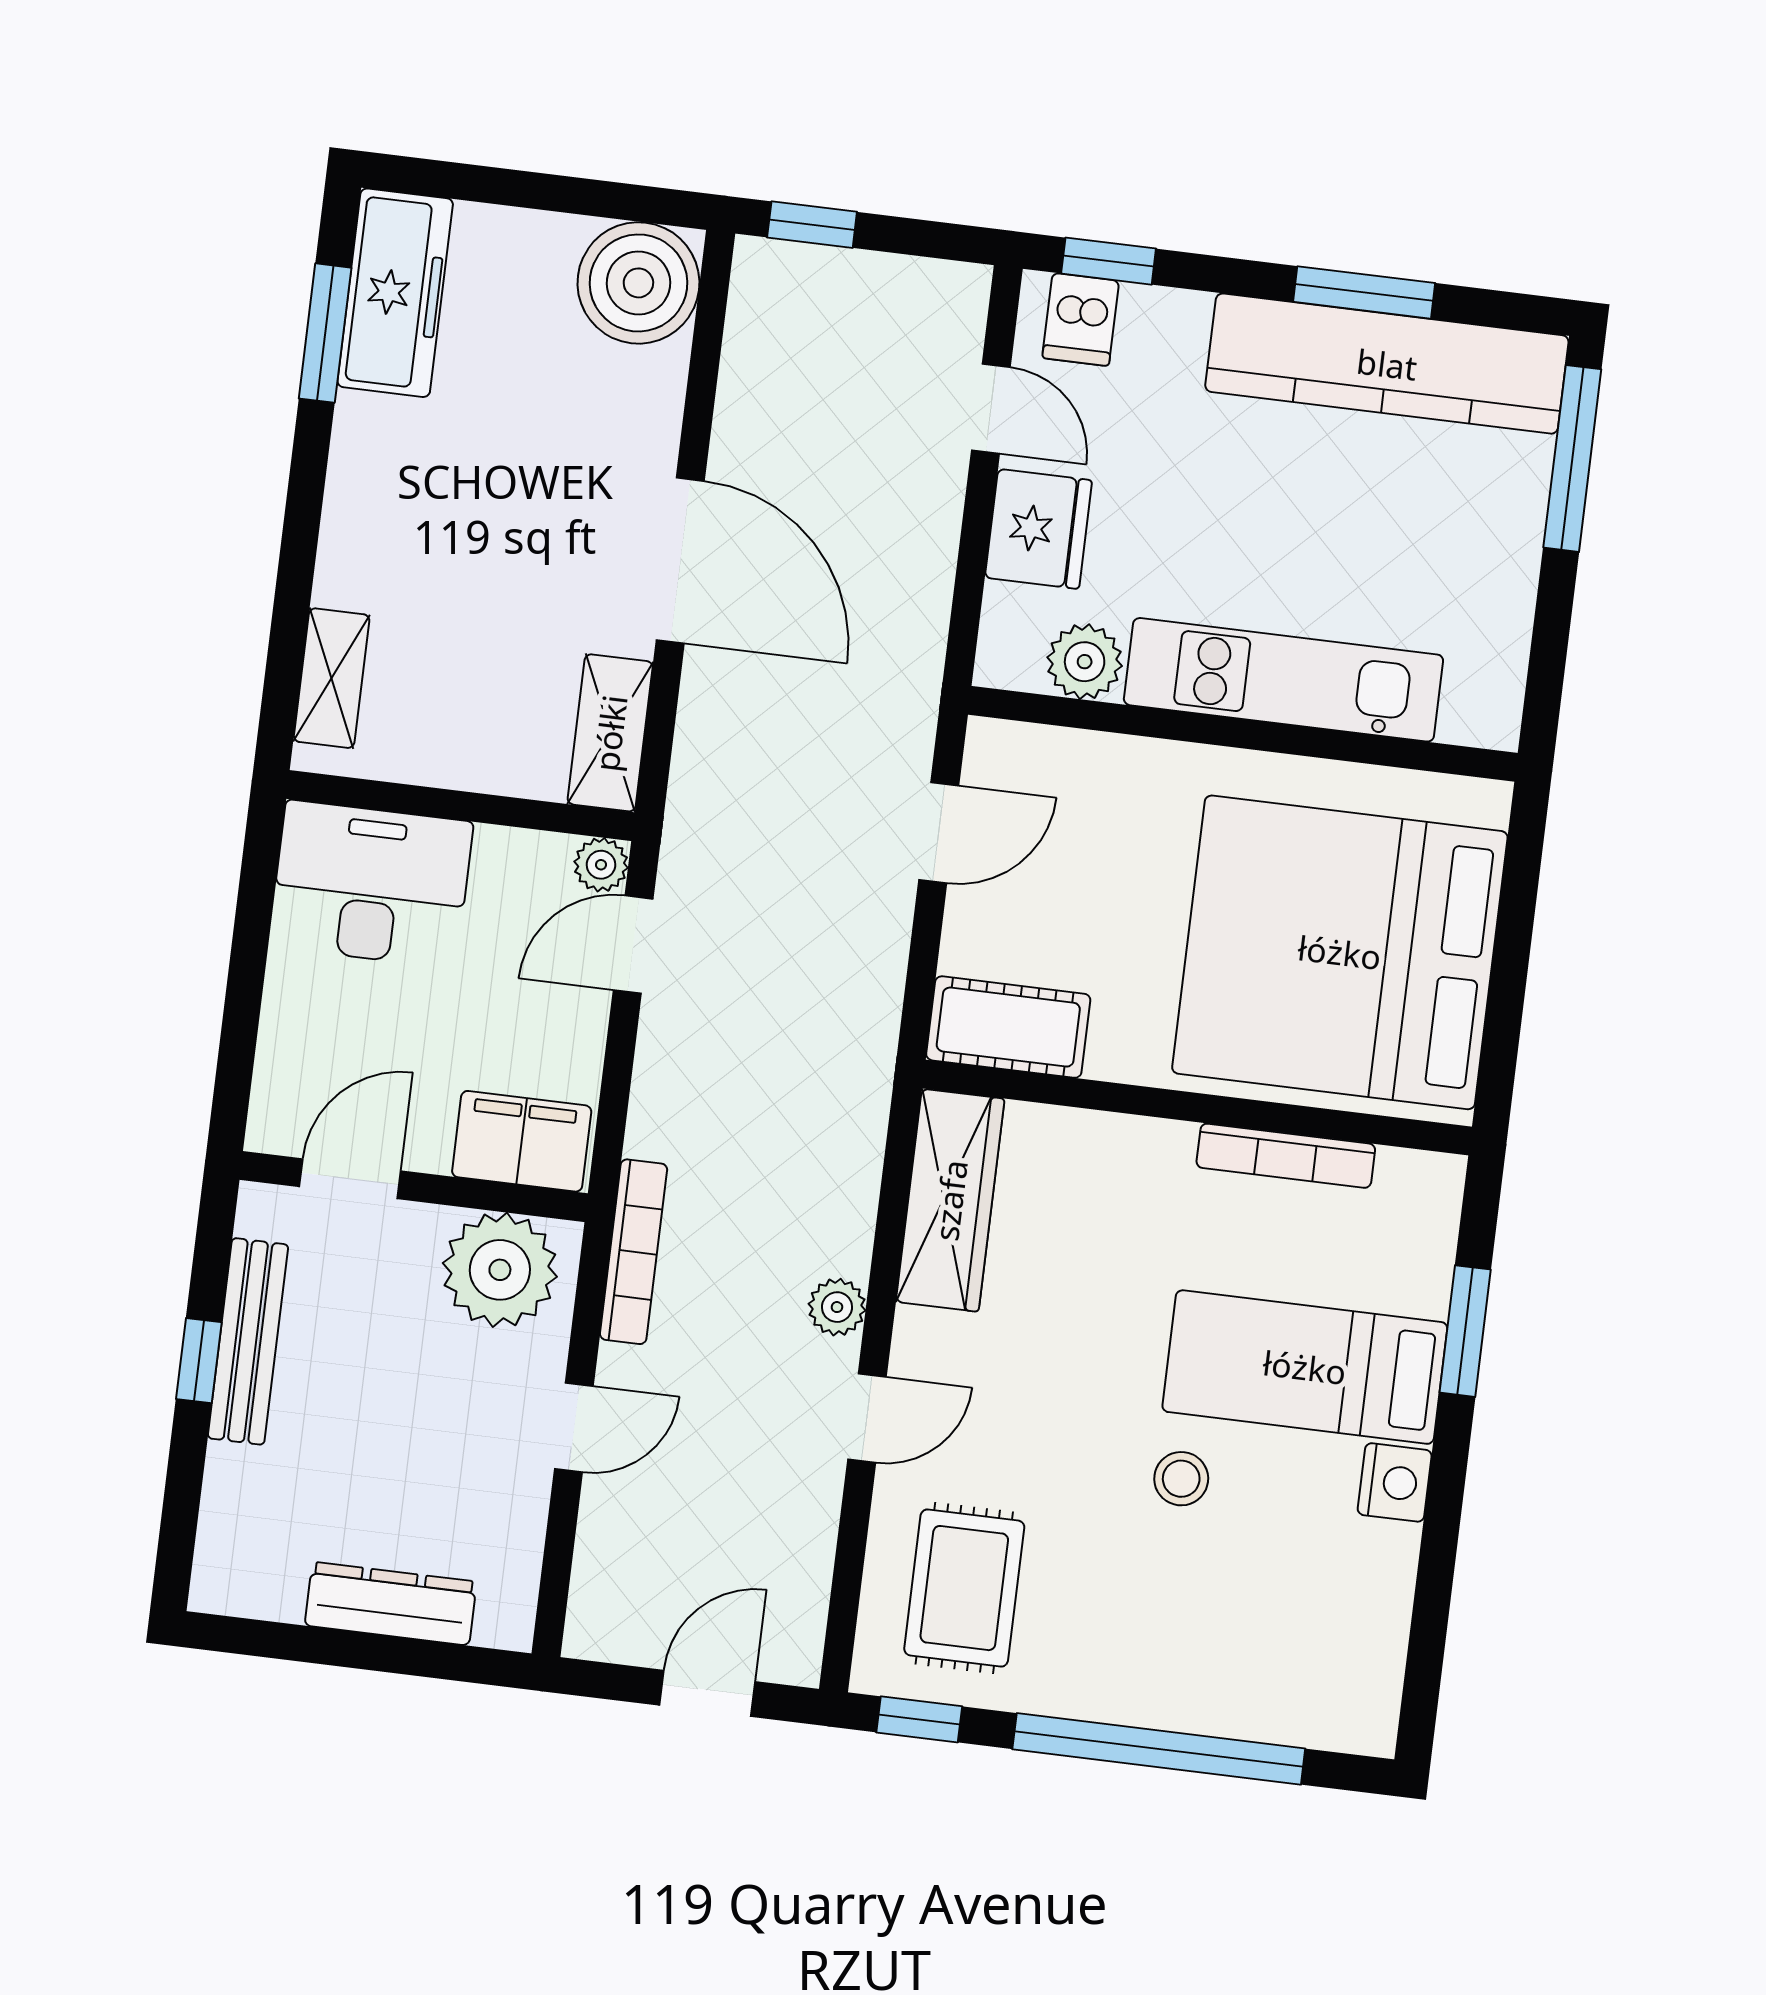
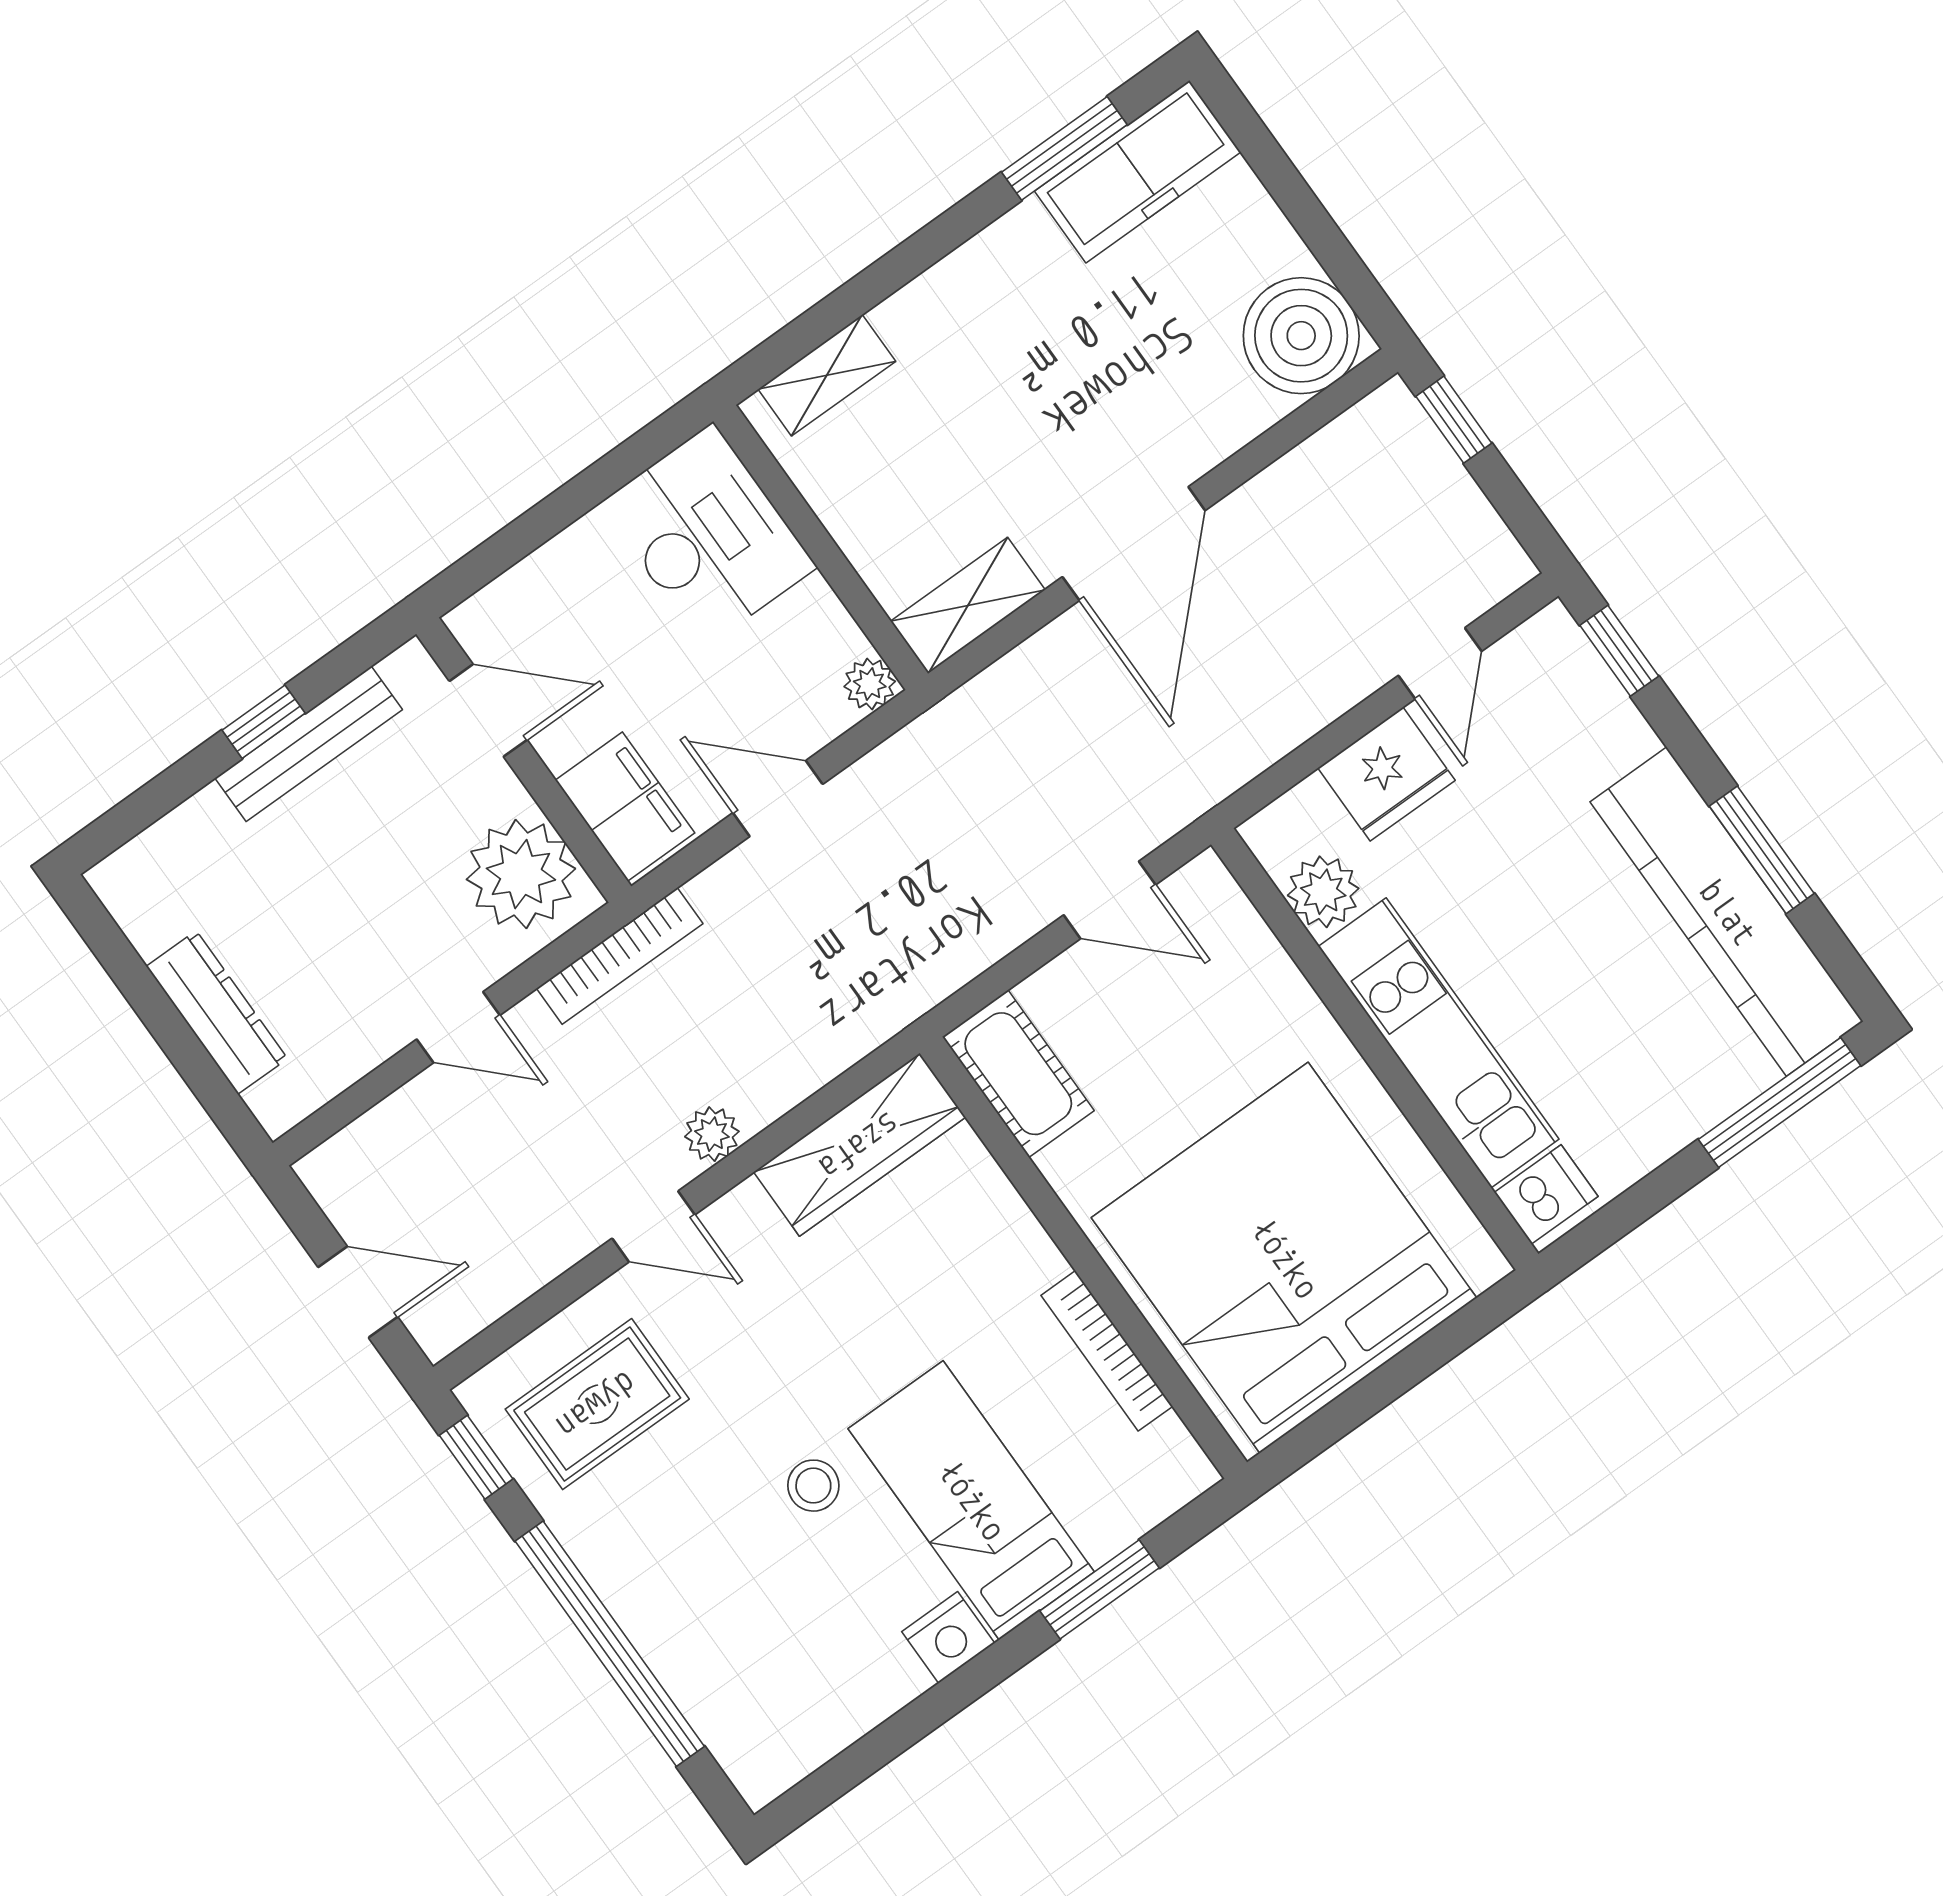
dishwasher: (1081, 319) -> (1546, 1194), moved, turned 180
door: (633, 945) -> (778, 799), moved

